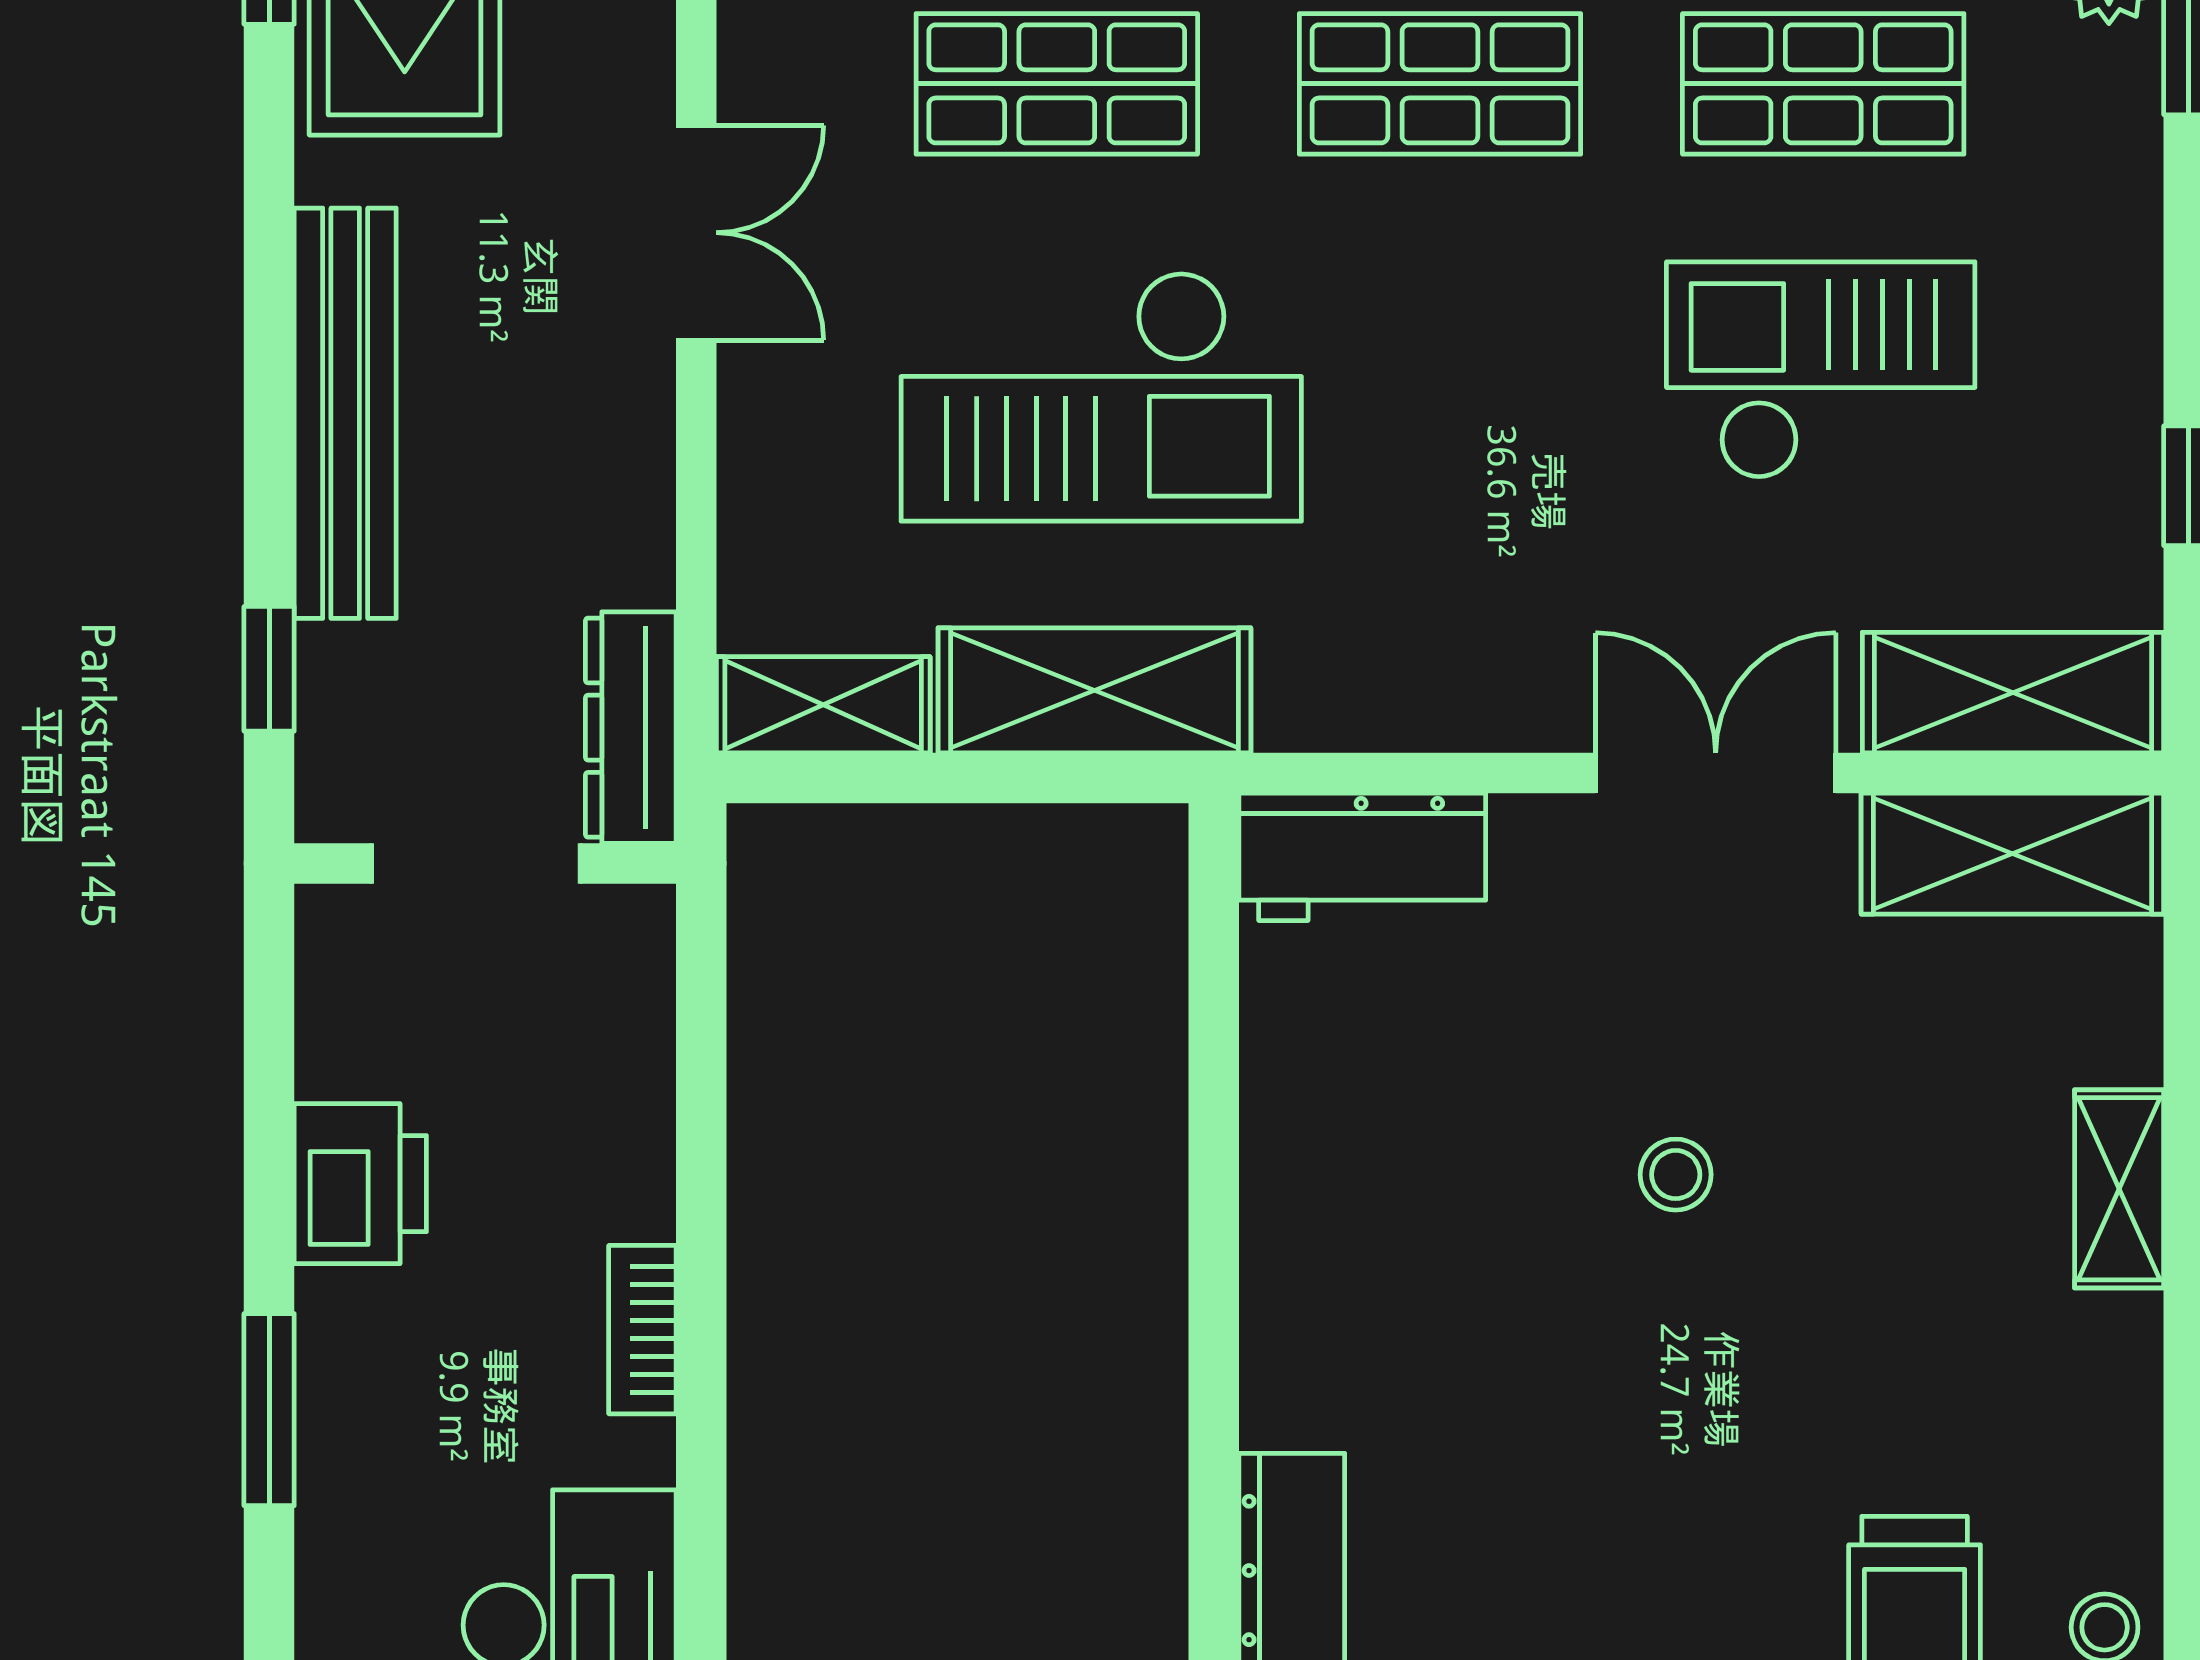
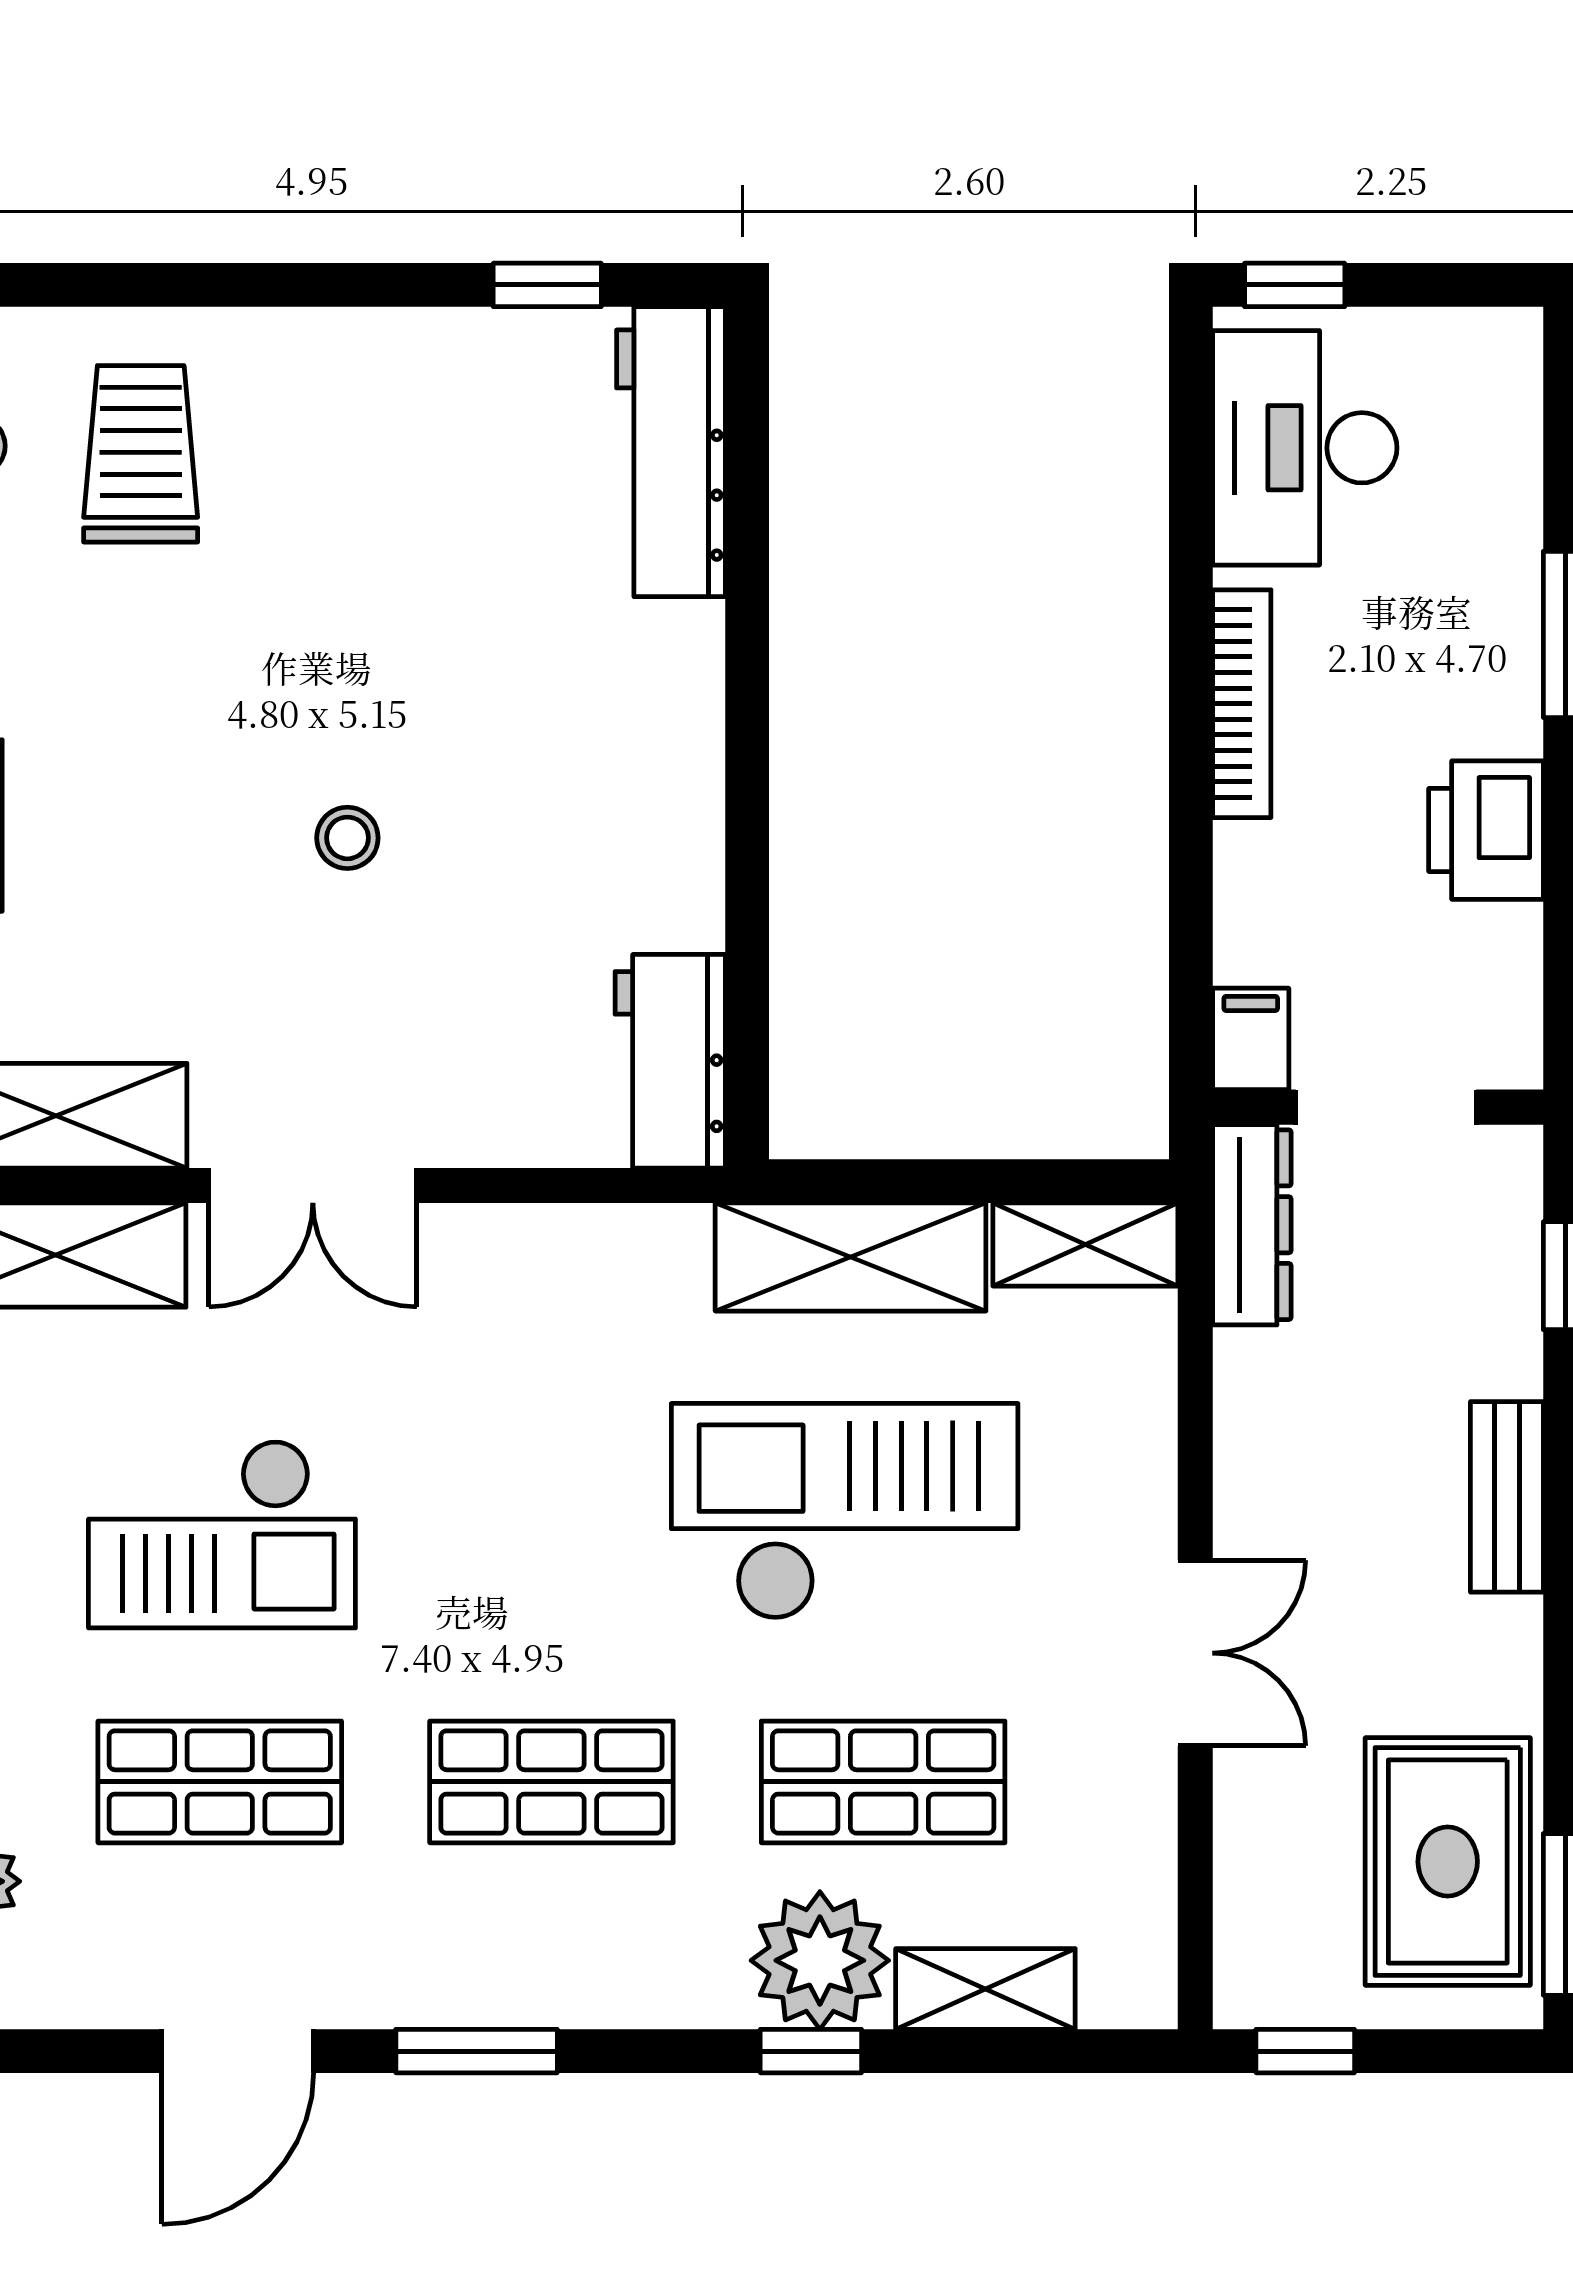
double door: (696, 233) -> (1195, 1653), swing flipped
bench: (345, 413) -> (1507, 1497), width x0.54, depth x0.82
workbench: (1362, 857) -> (670, 1061), moved, turned -90
filing cabinet: (632, 942) -> (1251, 1039), added
bookcase: (642, 1330) -> (1242, 704), width x1.56

